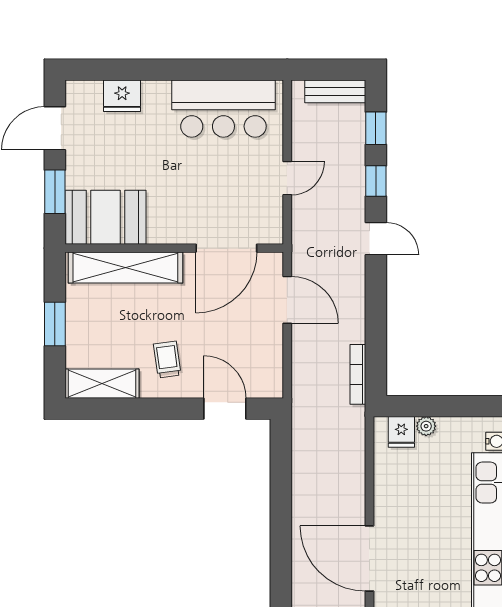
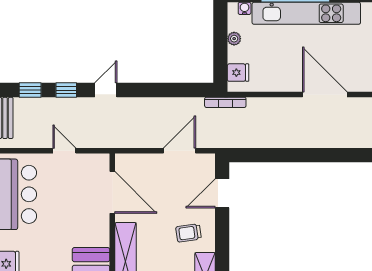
door: (287, 300) -> (179, 151), moved
bookcase: (358, 374) -> (225, 102), moved
plant: (426, 426) -> (234, 39), moved
door: (369, 559) -> (325, 94), swing flipped

